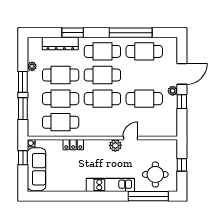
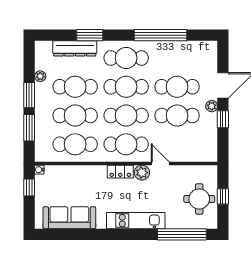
cafe table: (144, 51) -> (177, 87), moved
cafe table: (102, 122) -> (126, 144), added
door: (130, 138) -> (160, 163), hinge flipped
locker: (73, 145) -> (120, 172), moved
sofa: (37, 169) -> (69, 218), moved, turned -90
round table: (155, 174) -> (199, 199), moved

